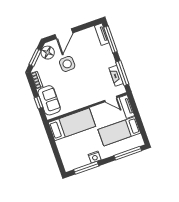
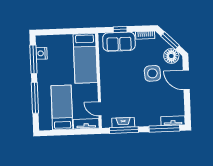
door: (111, 99) -> (100, 109), hinge flipped
window: (128, 153) -> (35, 98), moved
nightstand: (95, 157) -> (41, 53), moved

